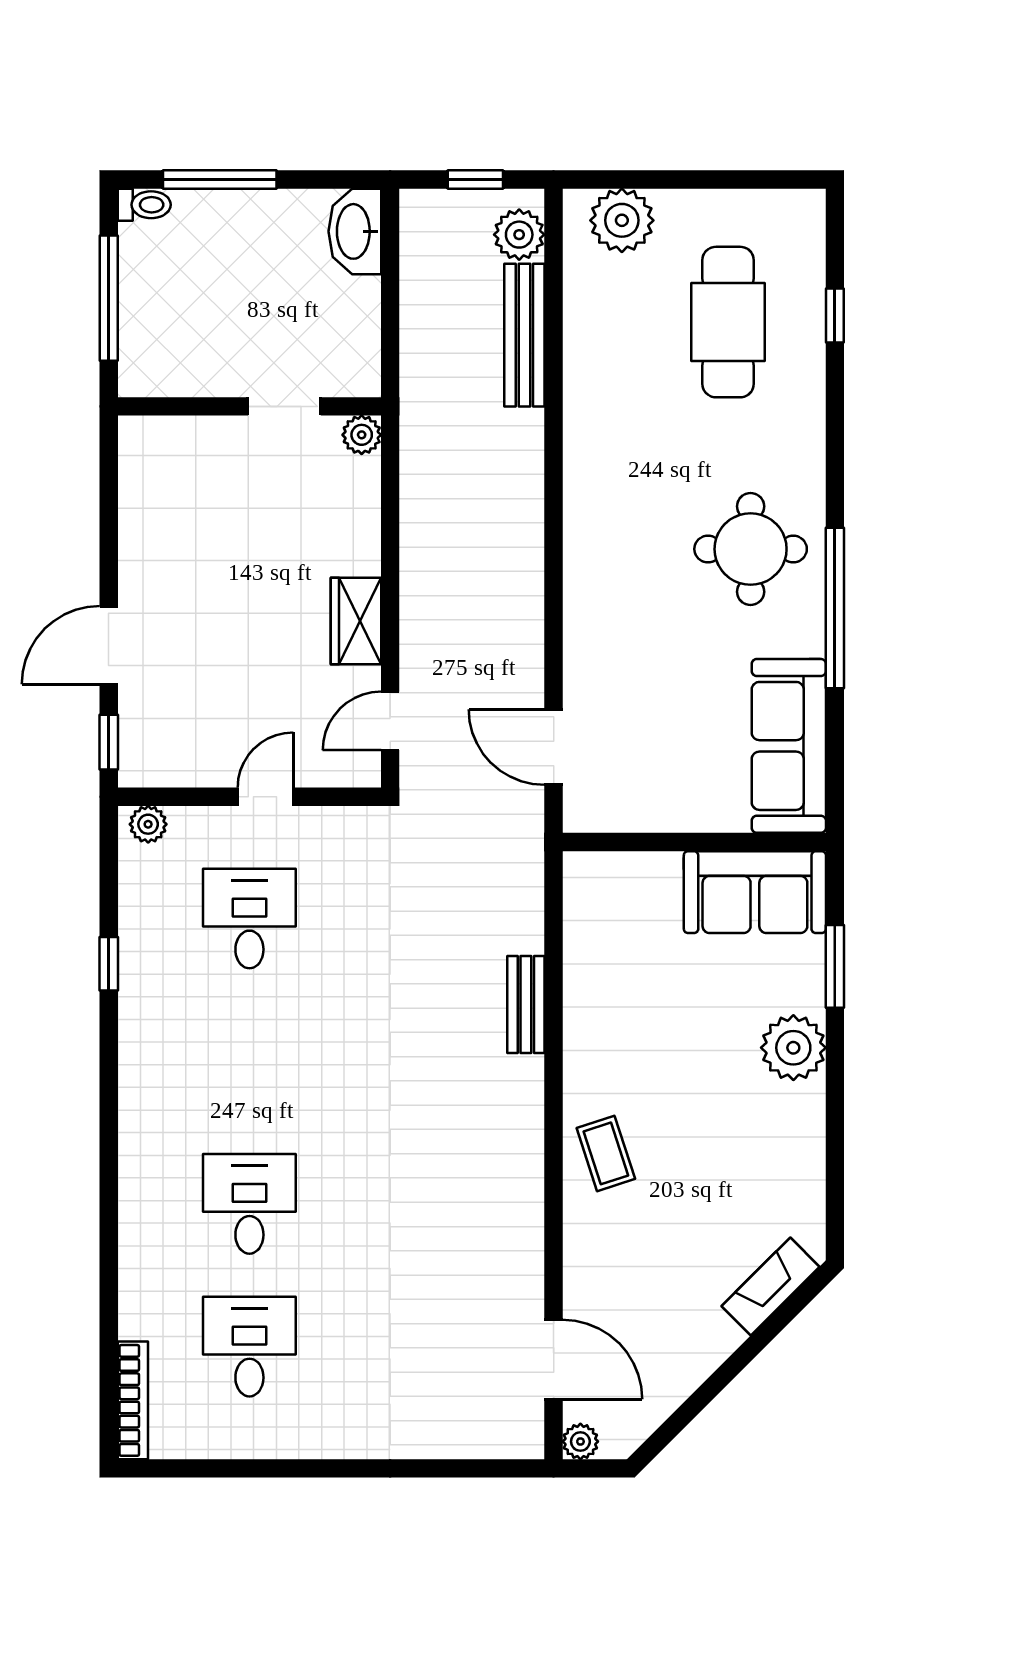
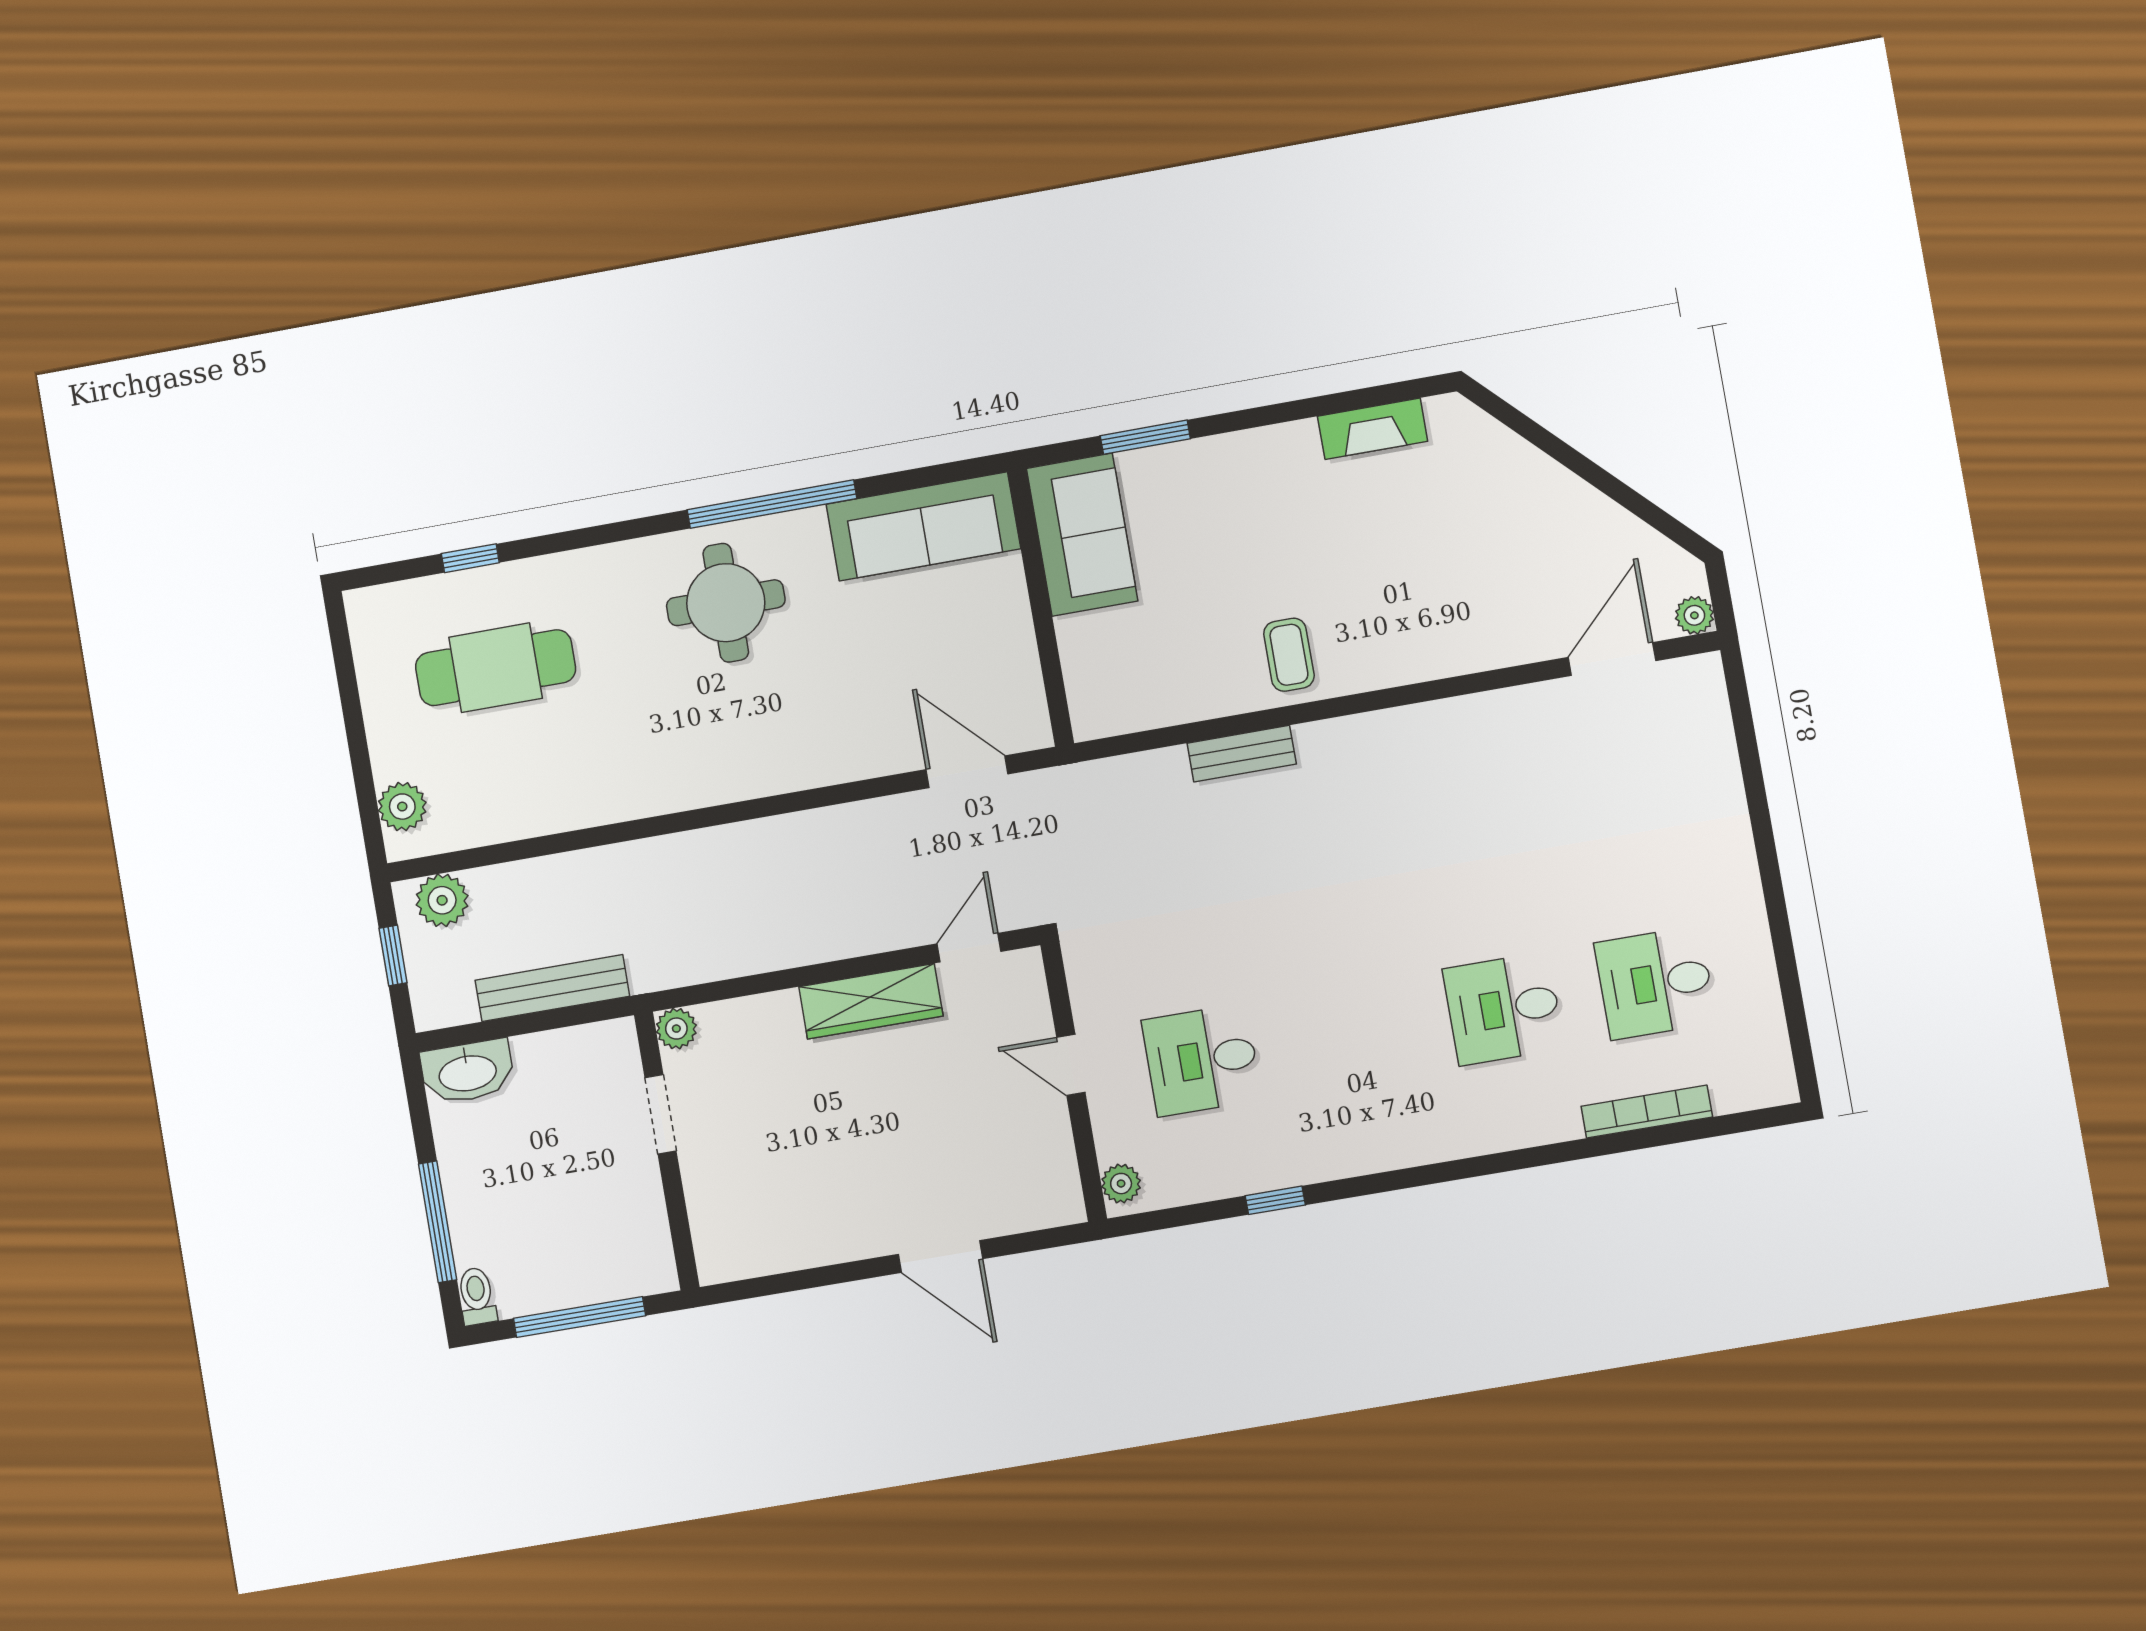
plant: (622, 220) -> (402, 807), width x0.73, depth x0.73
bench: (524, 335) -> (552, 988), moved
wardrobe: (356, 621) -> (871, 1001), width x1.50
door: (390, 721) -> (969, 948), swing flipped
window: (109, 742) -> (1042, 1239), removed
door: (554, 747) -> (967, 772), swing flipped
plant: (793, 1048) -> (1238, 465), removed
coffee table: (606, 1153) -> (1289, 655), moved, turned -72
fireplace: (771, 1286) -> (1373, 429), moved, turned -45
bookcase: (133, 1400) -> (1647, 1112), moved

